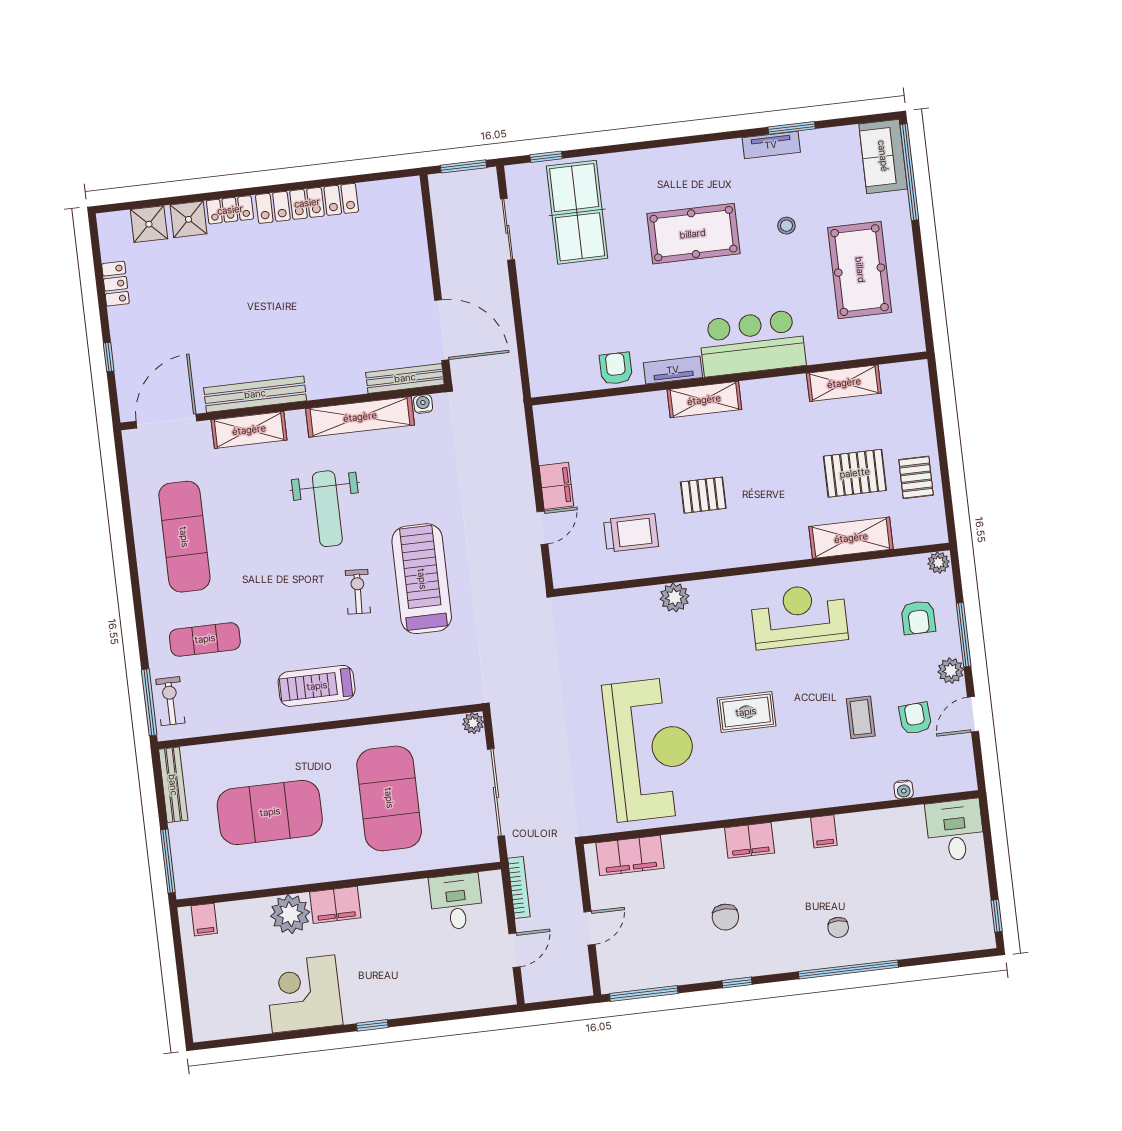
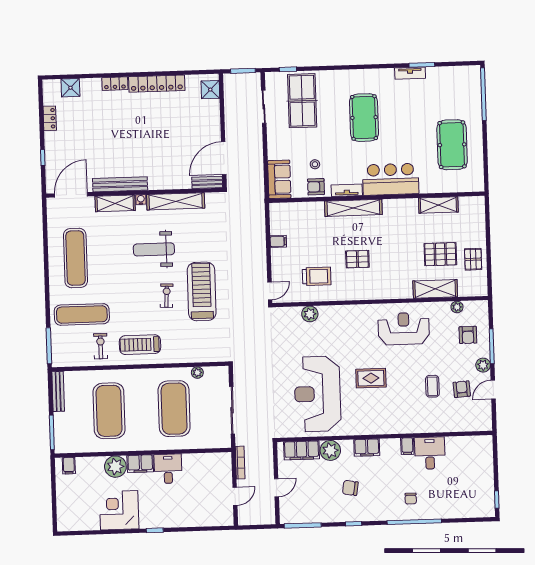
sofa: (883, 156) -> (279, 179), moved, turned 180
shower: (188, 219) -> (210, 90), moved
stool: (786, 226) -> (315, 164), moved
pool table: (693, 234) -> (364, 118), turned 90
door: (442, 330) -> (224, 158), swing flipped
armchair: (616, 368) -> (316, 187), turned -90
bench: (405, 378) -> (207, 182), width x0.73
shelving: (704, 400) -> (353, 208), width x1.47
water cooler: (423, 404) -> (141, 200), moved
filing cabinet: (556, 486) -> (278, 241), width x0.50
weight bench: (327, 509) -> (154, 249), turned 90
door: (542, 528) -> (270, 291), moved
plant: (938, 563) -> (457, 307), moved
plant: (675, 597) -> (310, 314), moved
exercise mat: (205, 639) -> (82, 314), width x1.36, depth x1.45
exercise bike: (170, 701) -> (101, 346), moved
plant: (473, 723) -> (197, 373), moved
reception desk: (651, 749) -> (318, 394), turned 180
water cooler: (904, 790) -> (452, 427), removed
exercise mat: (270, 812) -> (109, 411), turned 90
desk: (955, 830) -> (430, 453), moved
plant: (683, 851) -> (330, 450), added
desk: (456, 902) -> (168, 469), moved
chair: (725, 917) -> (350, 488), turned 99

